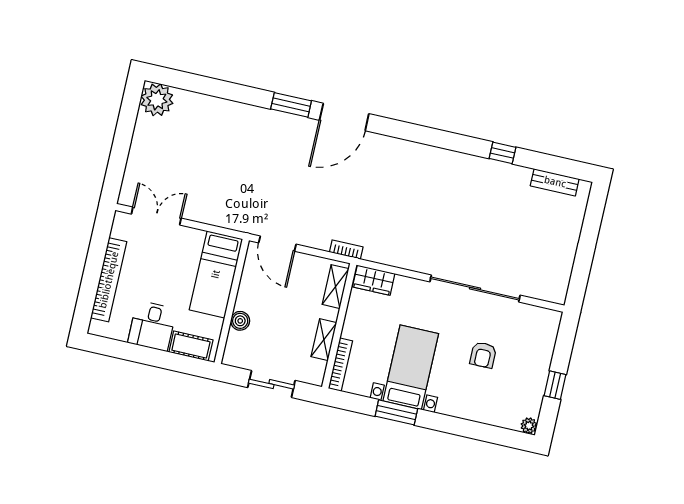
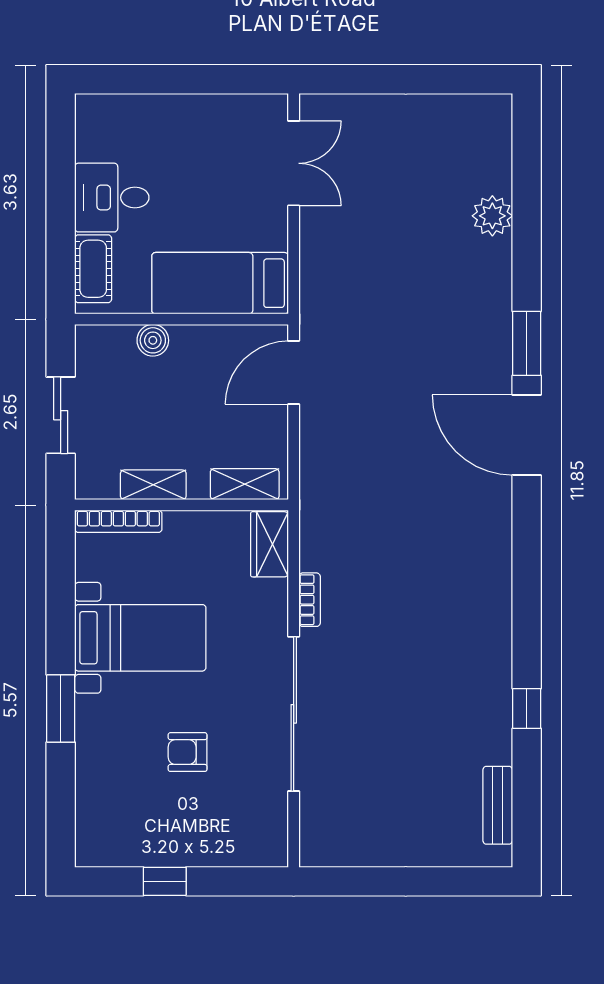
plant: (157, 100) -> (492, 216), moved, width x0.73, depth x0.73
bookcase: (346, 250) -> (310, 600), moved
bookcase: (109, 280) -> (171, 109), removed
window: (396, 412) -> (61, 708), moved
plant: (529, 426) -> (88, 854), removed

